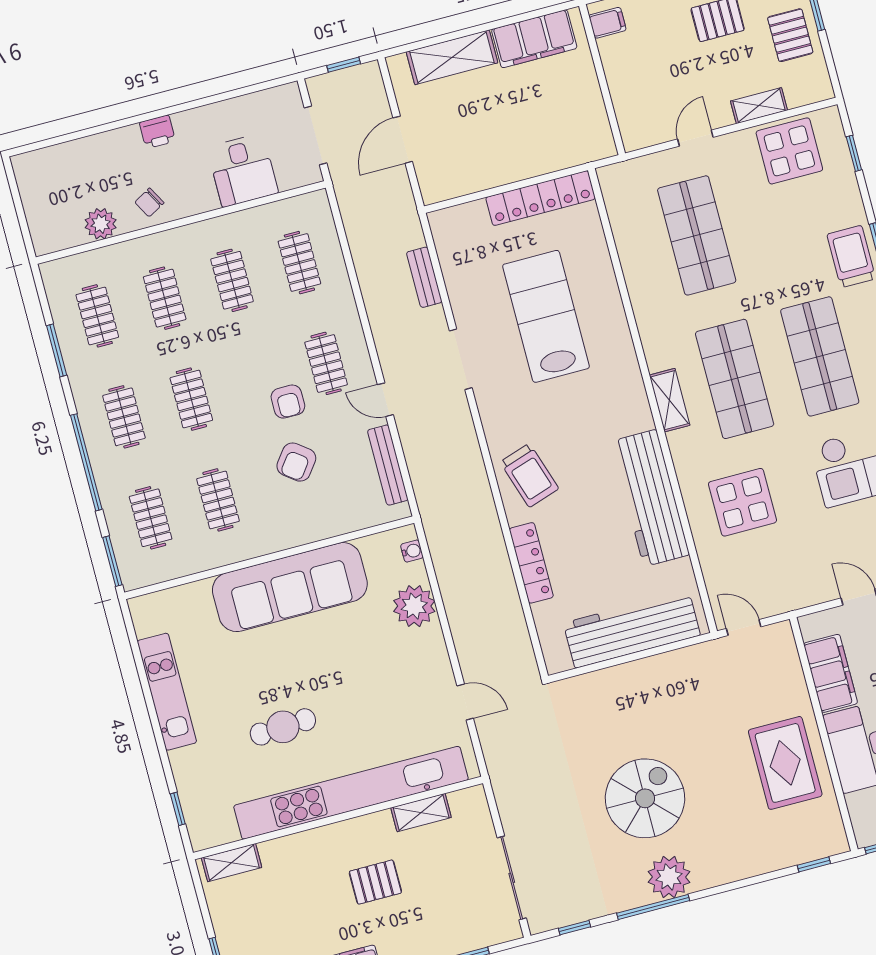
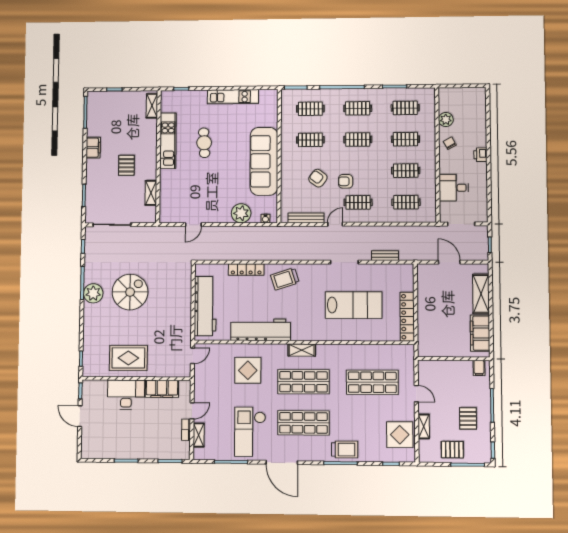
kitchen unit: (351, 793) -> (168, 141), width x0.54
spiral stairs: (645, 798) -> (130, 292), turned -90

